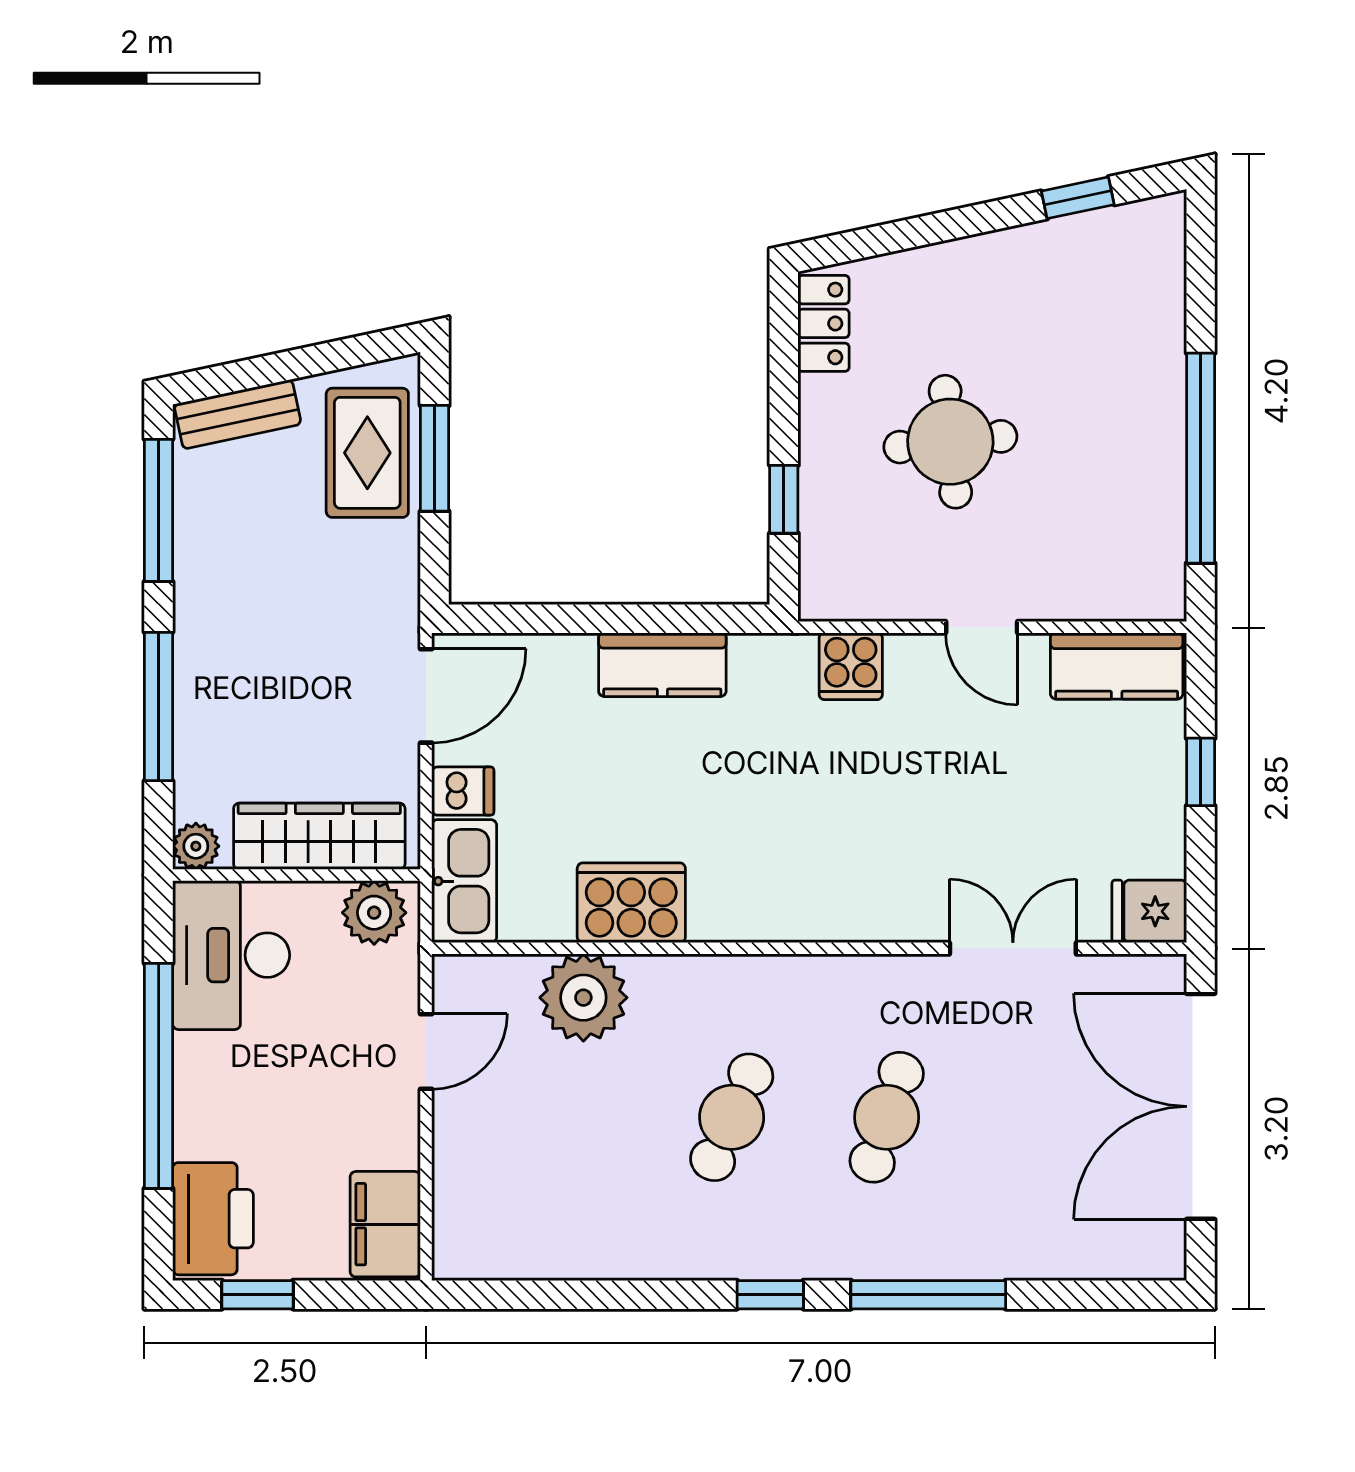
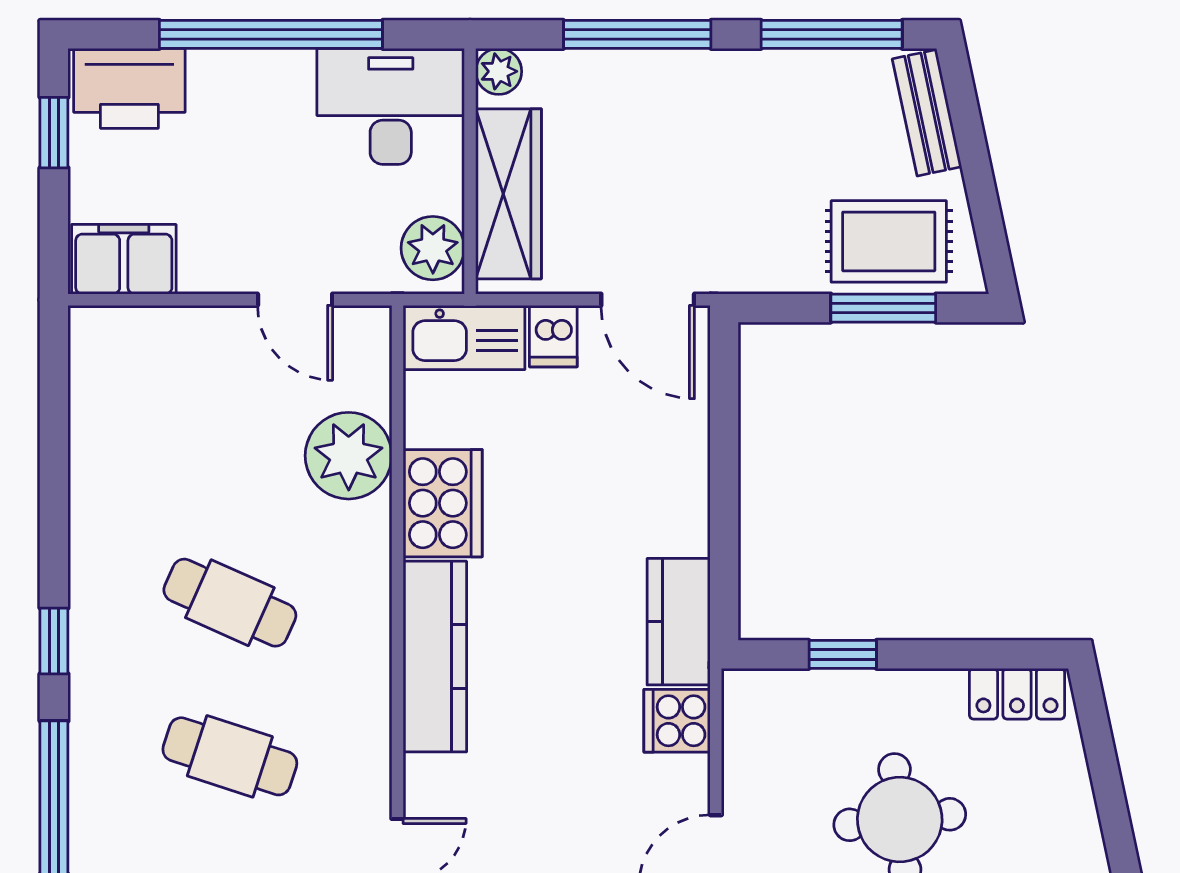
kitchen counter: (662, 665) -> (679, 622), moved
kitchen counter: (786, 911) -> (435, 657), added

